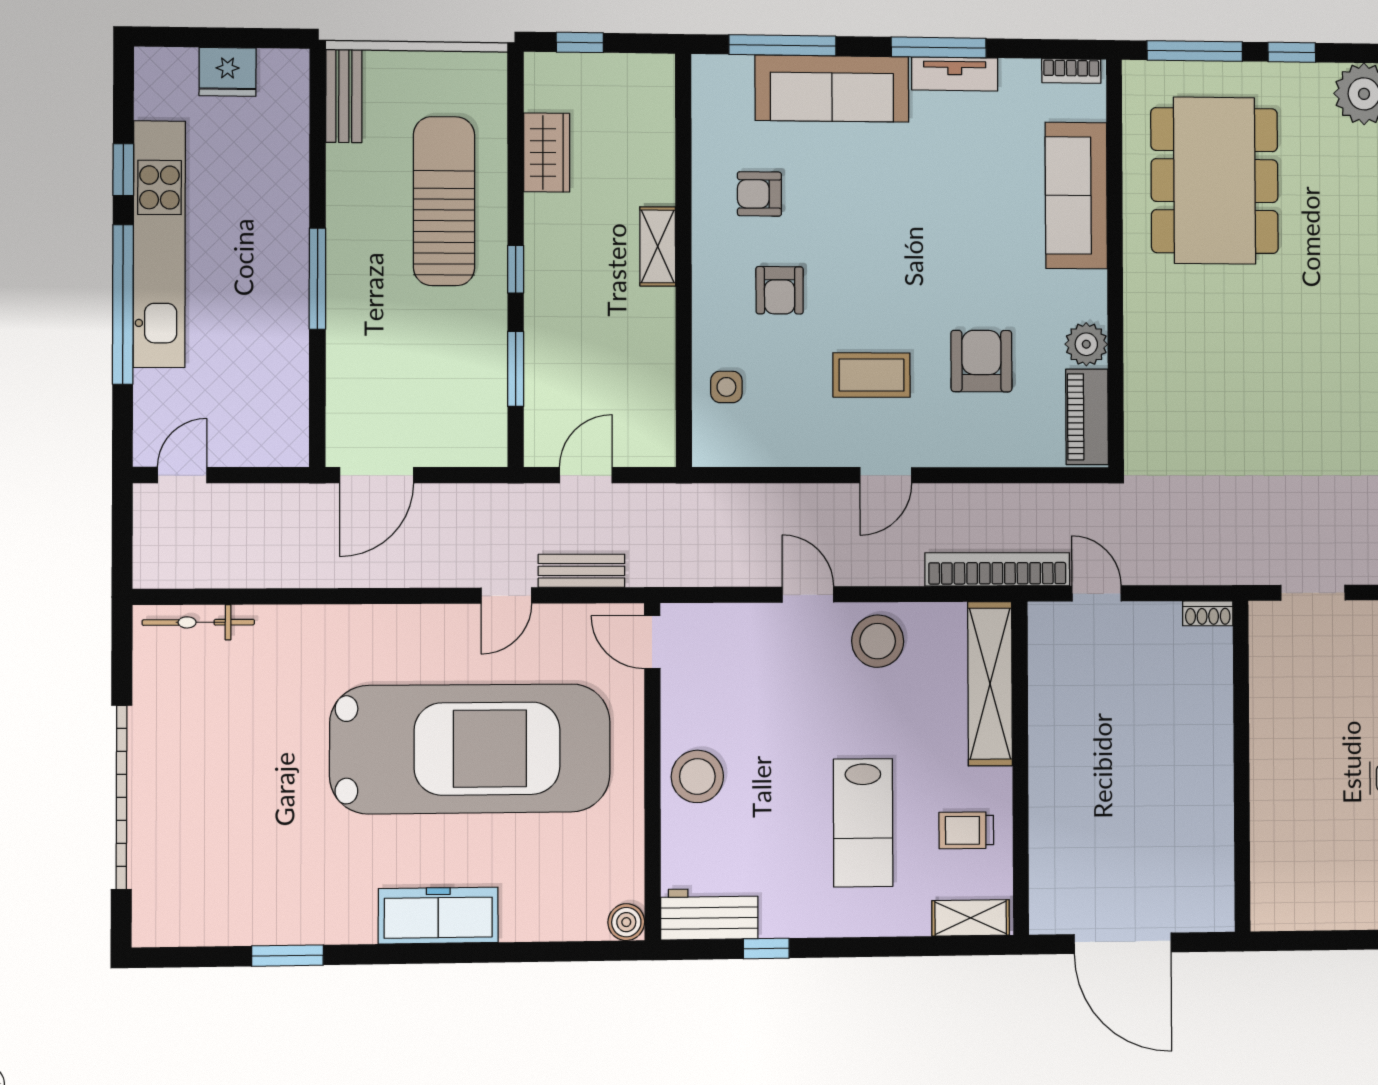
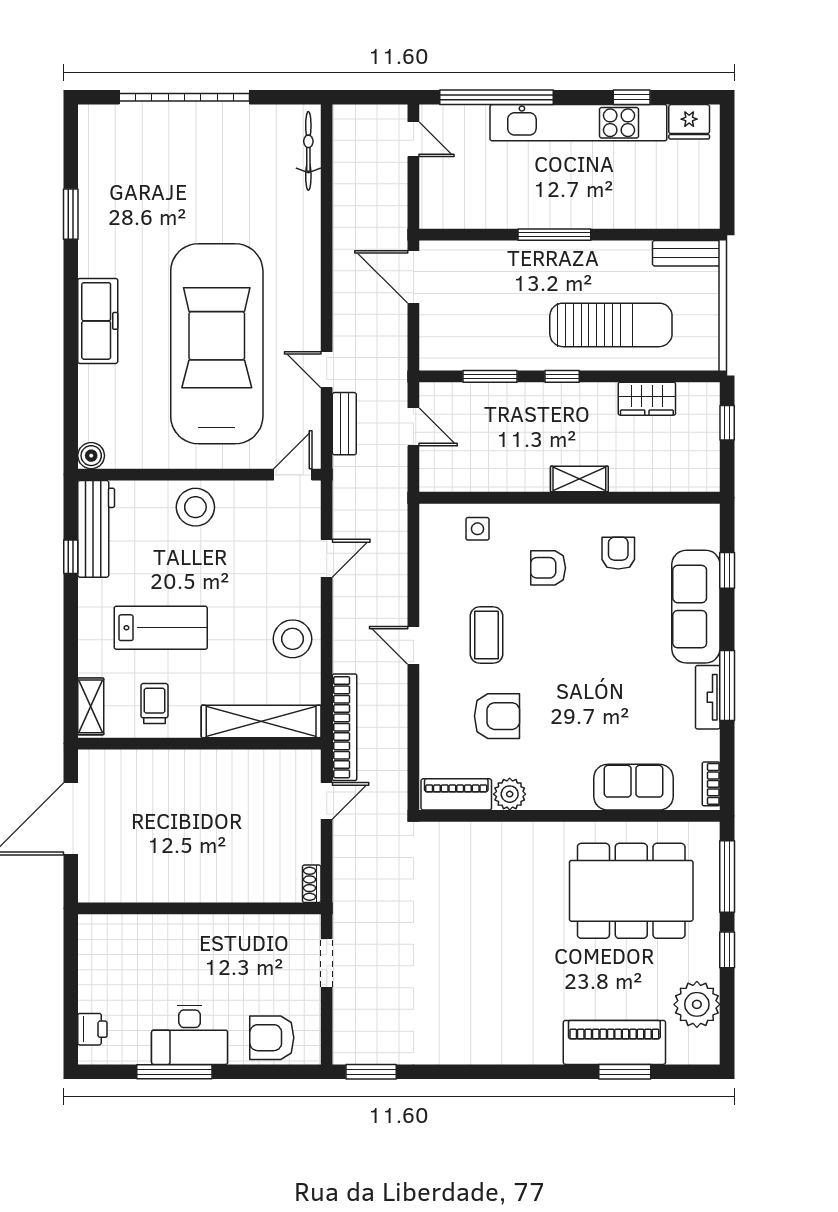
window: (783, 45) -> (727, 570), width x0.46
fridge: (228, 72) -> (689, 122), moved, turned -90
sofa: (1076, 195) -> (633, 787), width x0.73
window: (123, 304) -> (497, 97), moved
door: (808, 594) -> (327, 558), moved
car: (470, 749) -> (217, 344), turned 180
lab bench: (863, 823) -> (161, 628), turned 180
workbench: (709, 914) -> (96, 529), width x1.37

